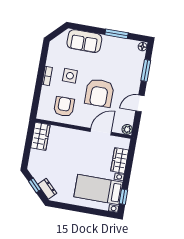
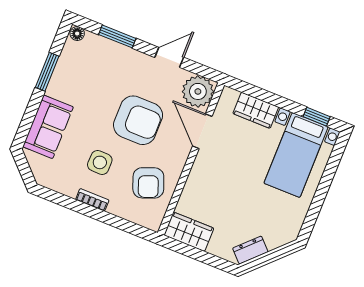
door: (140, 103) -> (169, 57), swing flipped
armchair: (64, 107) -> (148, 183), turned -111
plant: (127, 129) -> (198, 91), width x1.87, depth x1.87
window: (35, 185) -> (267, 258), removed
dresser: (47, 189) -> (250, 250), moved

